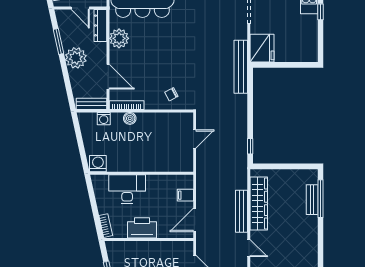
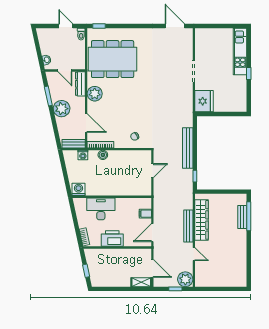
bench: (241, 67) -> (188, 148), moved

